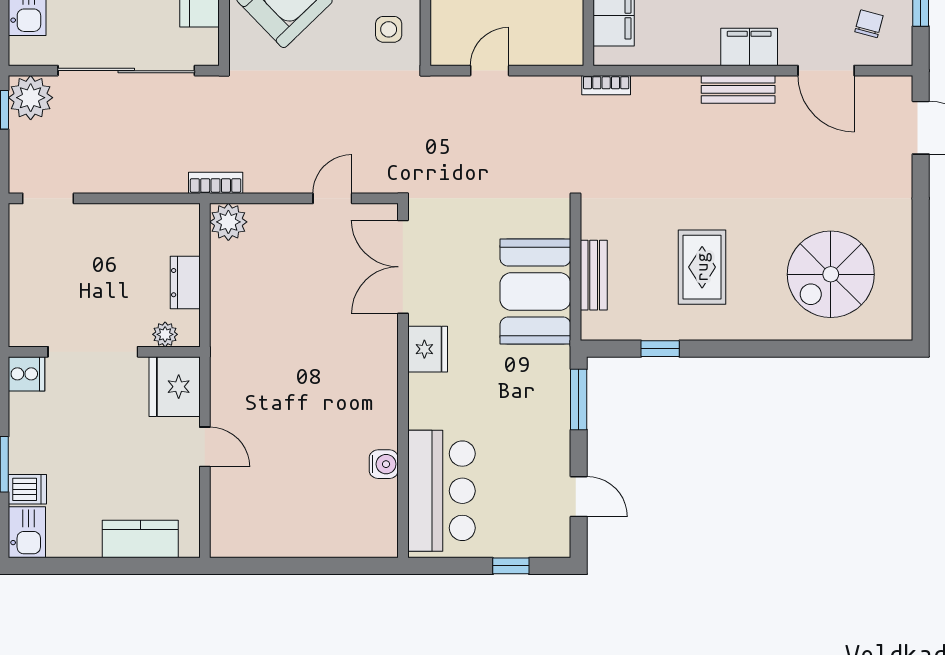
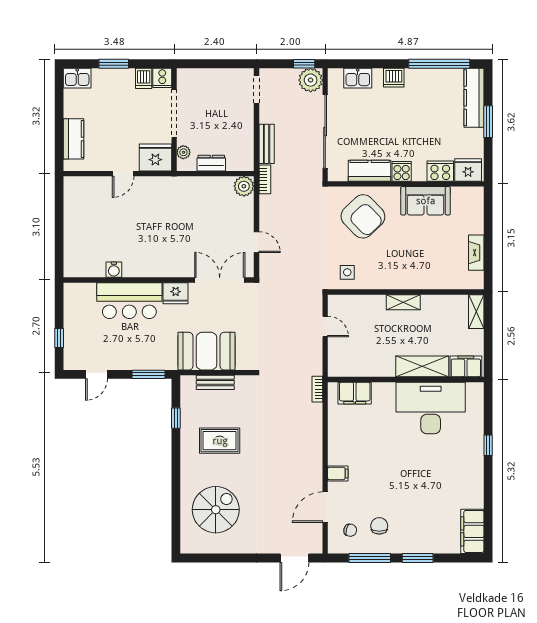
filing cabinet: (749, 47) -> (338, 473), width x0.50
bench: (738, 89) -> (267, 144), moved
spiral stairs: (831, 274) -> (216, 510), turned 90
dishwasher: (27, 489) -> (144, 78), moved
bar counter: (441, 491) -> (129, 301), moved

